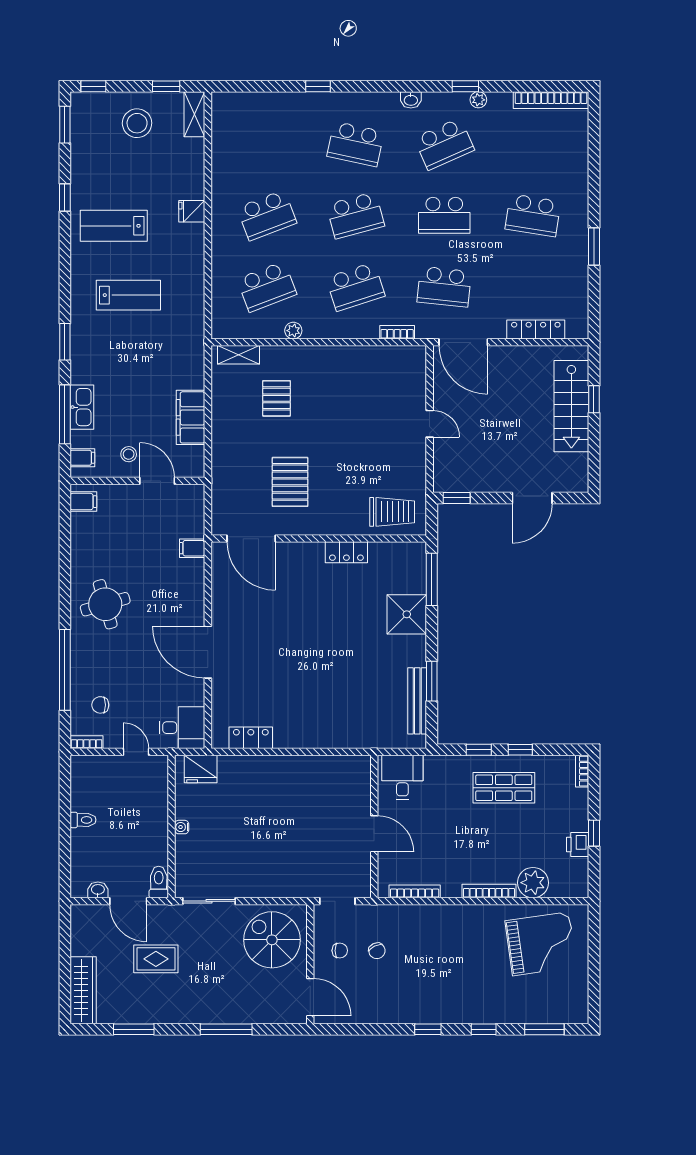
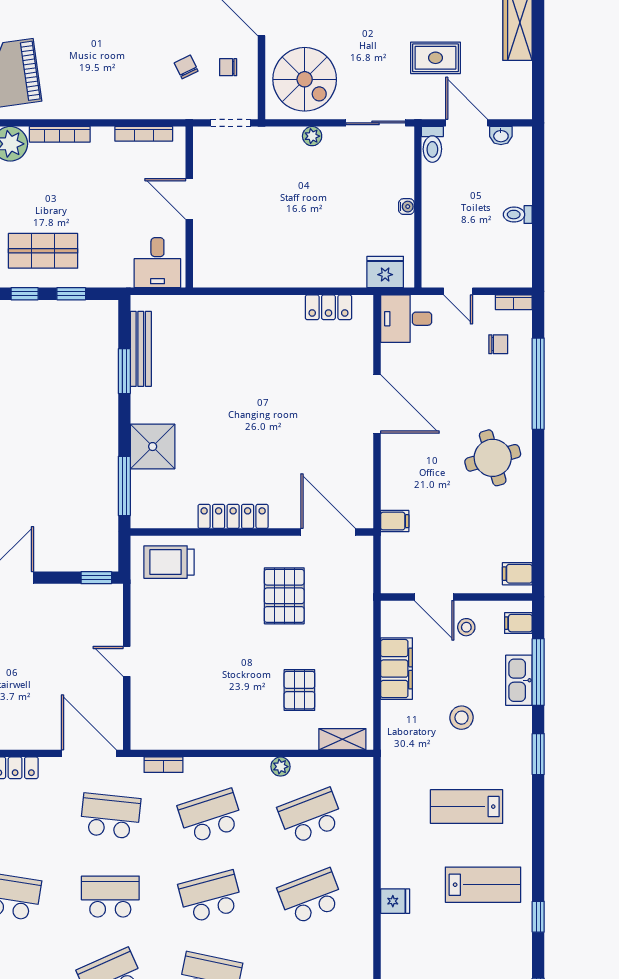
stool: (133, 374) -> (462, 718), added
locker: (346, 552) -> (233, 516), width x1.53
plant: (265, 889) -> (312, 136), added

